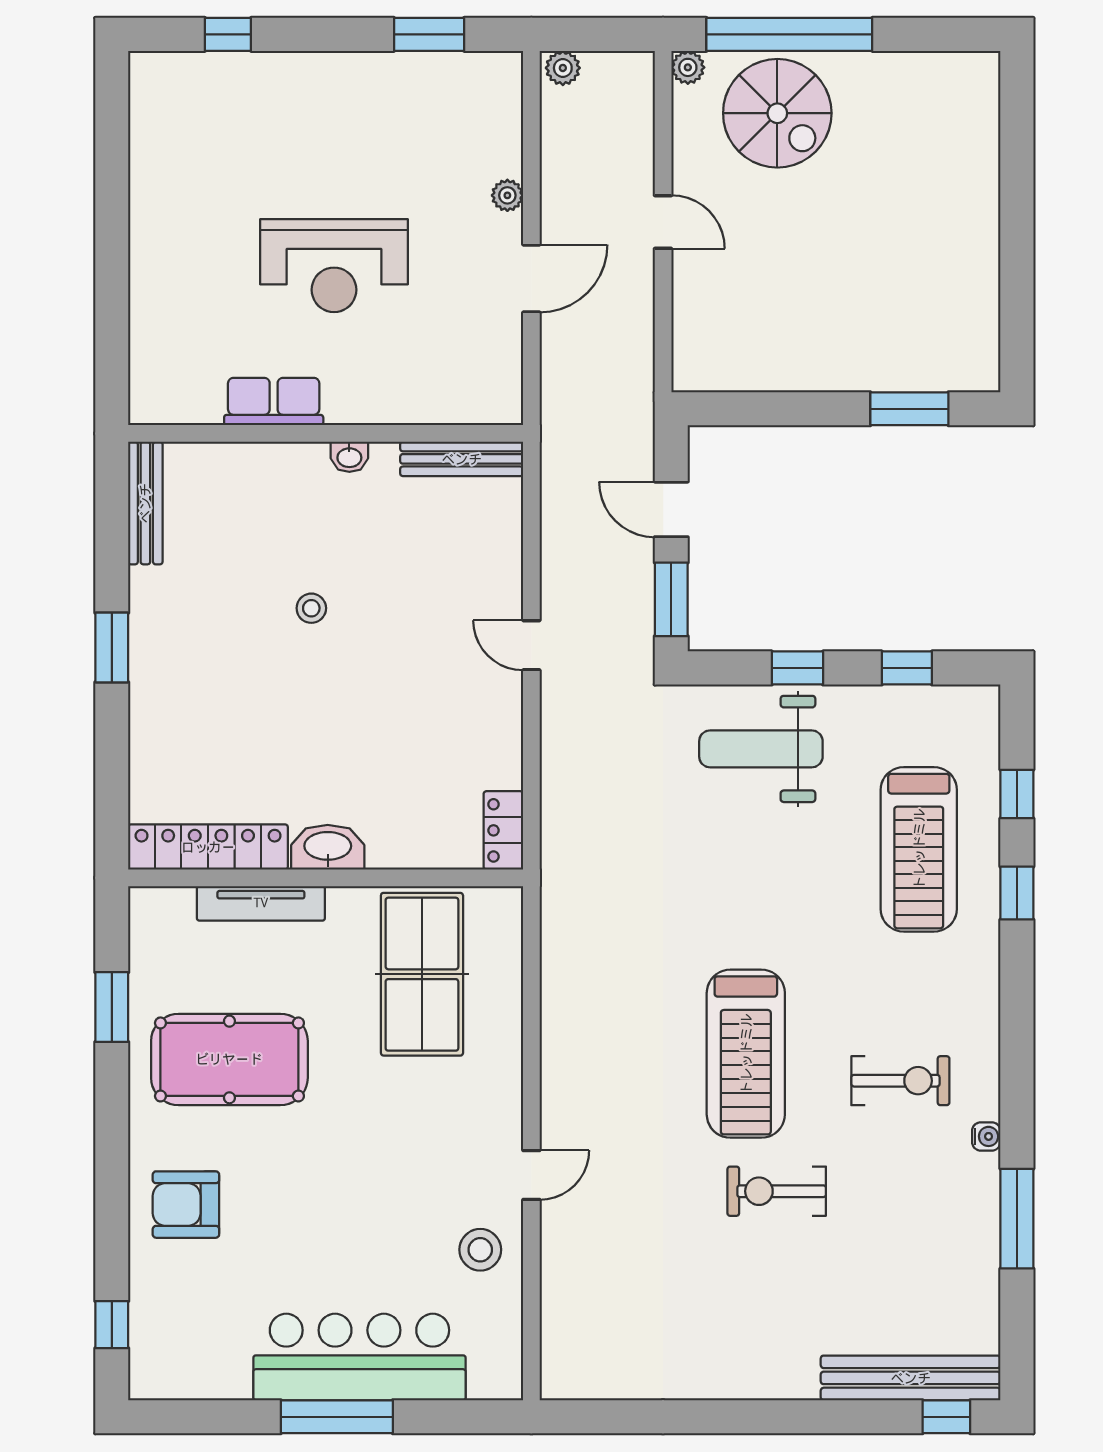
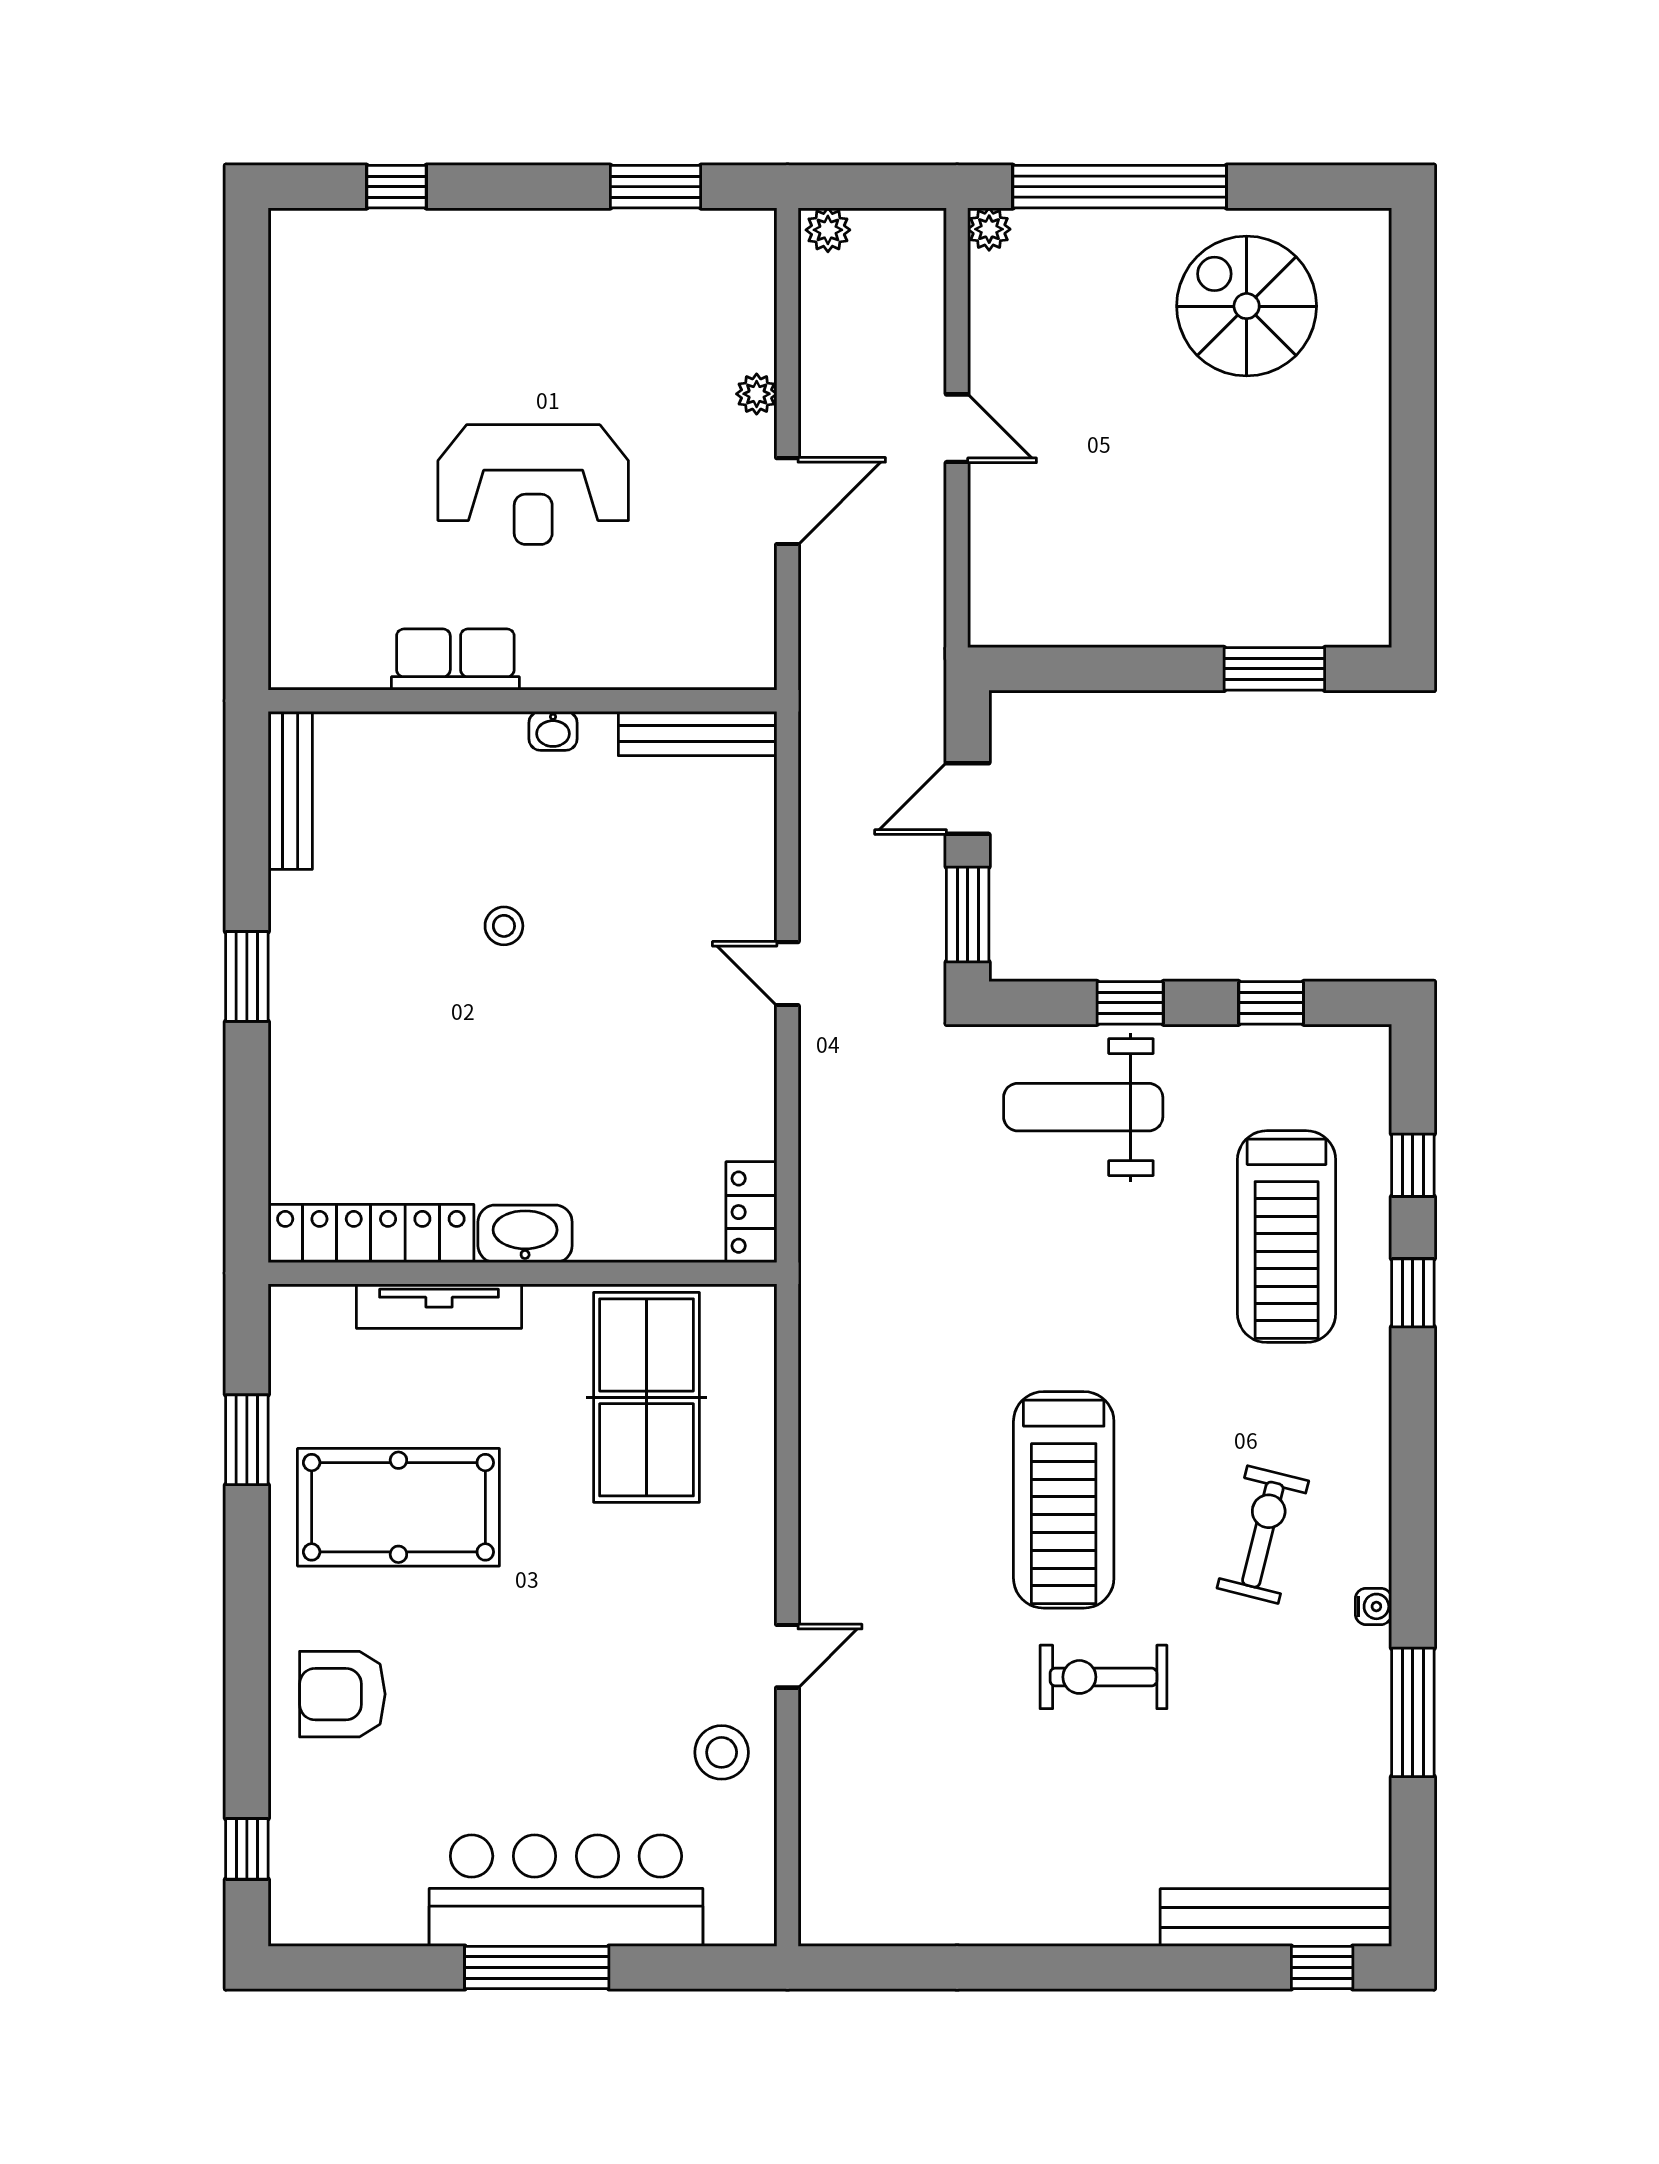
spiral stairs: (777, 113) -> (1247, 306), moved, turned 180
door: (671, 509) -> (968, 799), hinge flipped
exercise bike: (900, 1081) -> (1263, 1535), turned -76

